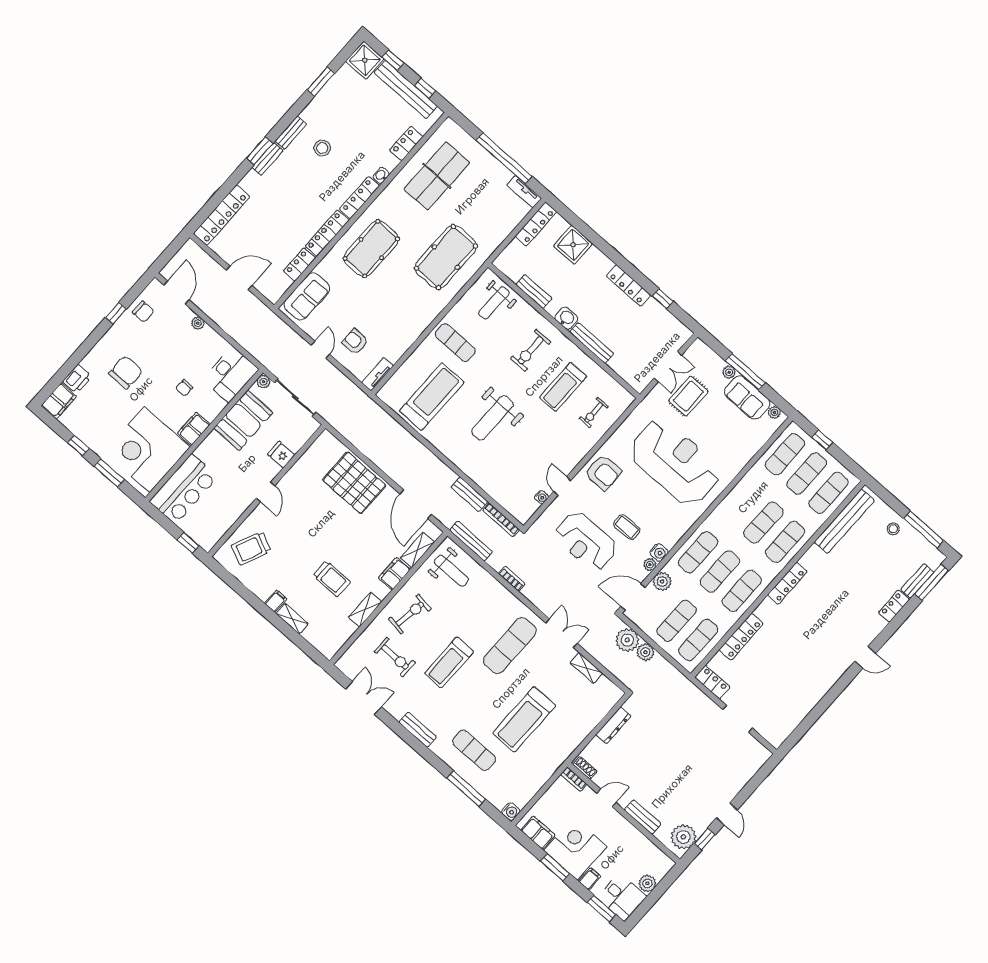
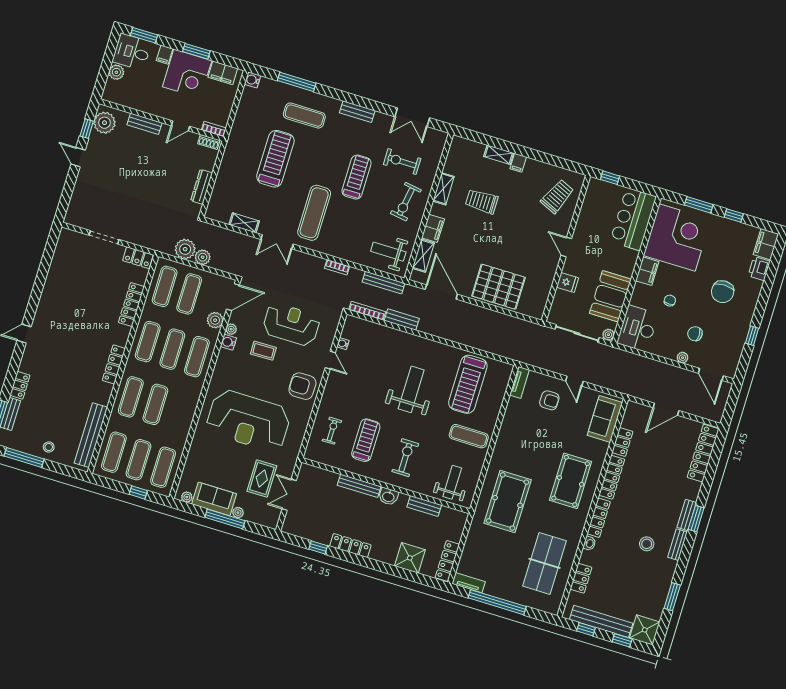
chair: (143, 312) -> (695, 334), moved
plant: (627, 640) -> (185, 249), moved

